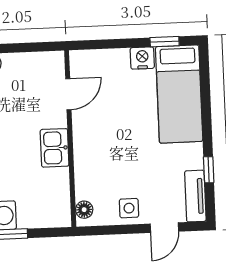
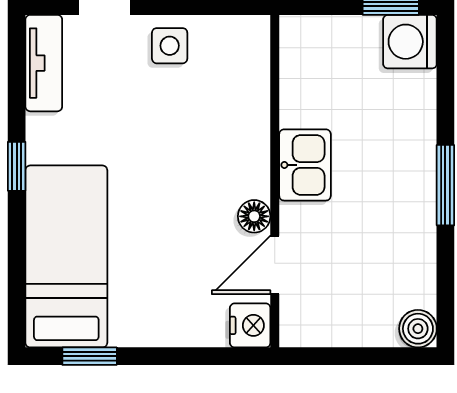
nightstand: (142, 58) -> (250, 325), moved, turned -90
window: (209, 170) -> (17, 166), moved
floor lamp: (84, 210) -> (254, 216), moved

